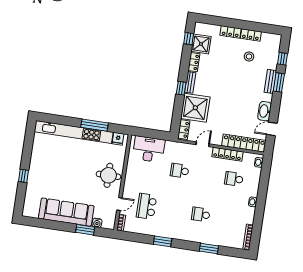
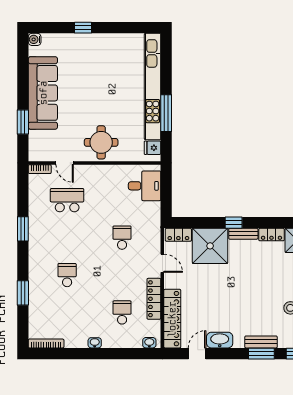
door: (272, 129) -> (197, 354), hinge flipped
desk: (149, 149) -> (145, 186), width x0.73
water cooler: (97, 223) -> (35, 39), moved

